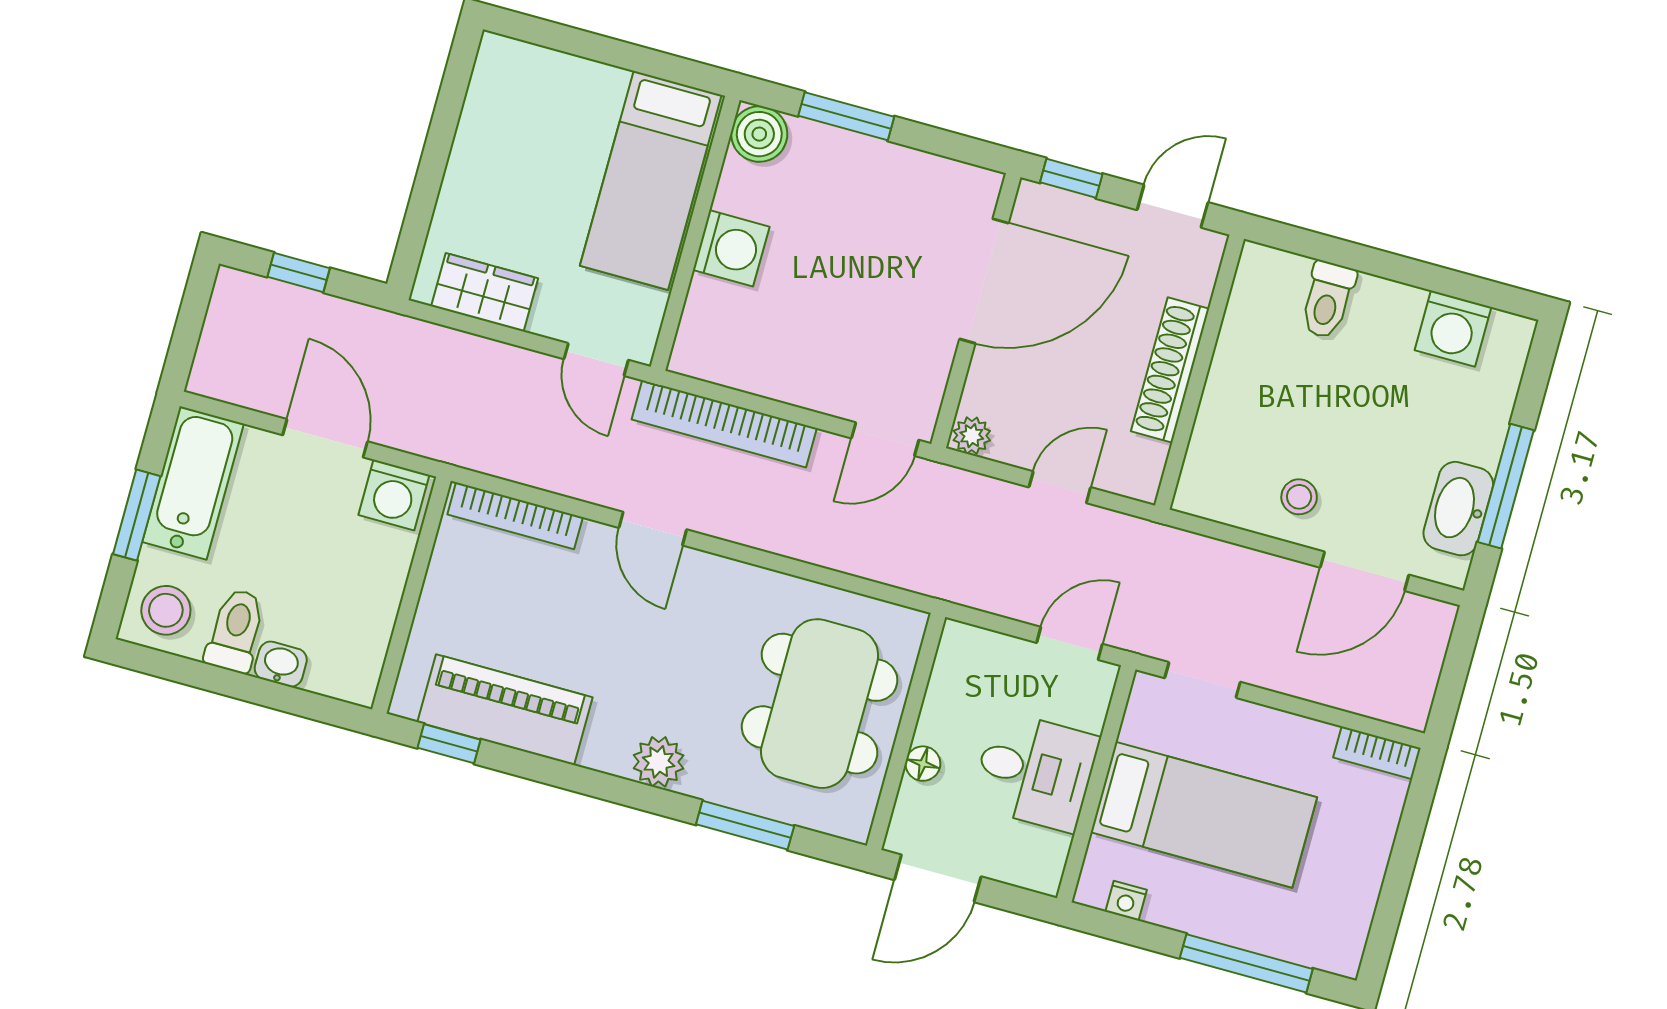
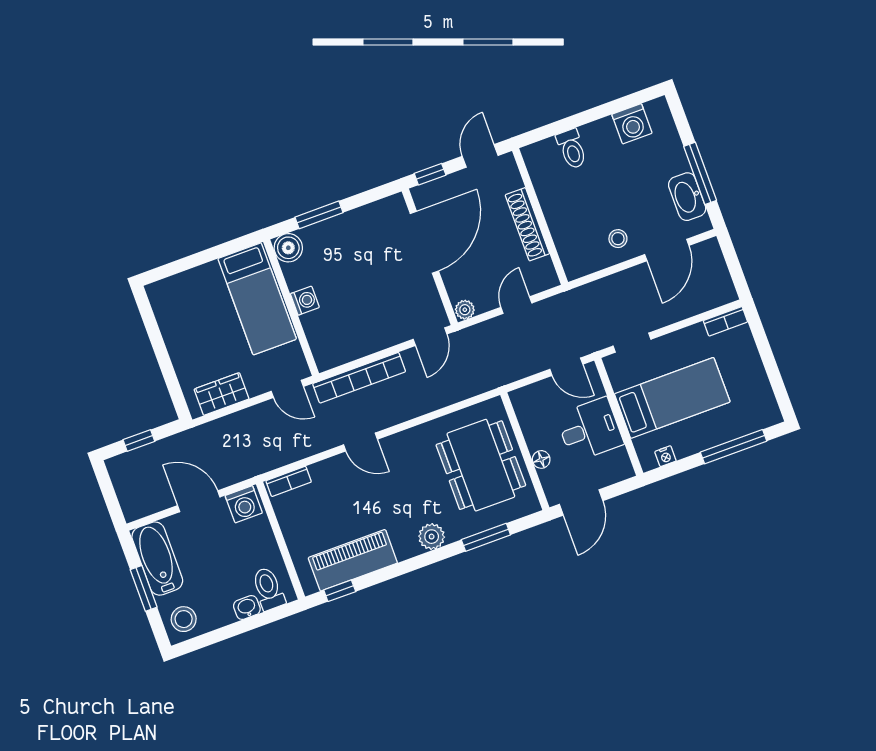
washing machine: (731, 248) -> (305, 301), width x0.73, depth x0.73
bookcase: (515, 516) -> (289, 481), width x0.64
toilet: (235, 631) -> (268, 589), moved
door: (1070, 643) -> (566, 367), swing flipped

